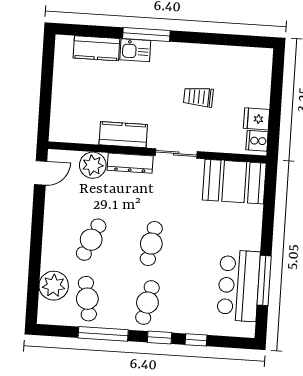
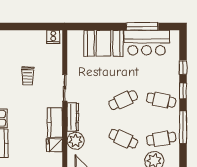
fridge: (256, 119) -> (54, 145), moved, turned 90
booth: (234, 182) -> (103, 43), moved, turned 90
cafe table: (151, 244) -> (123, 100), turned -33

